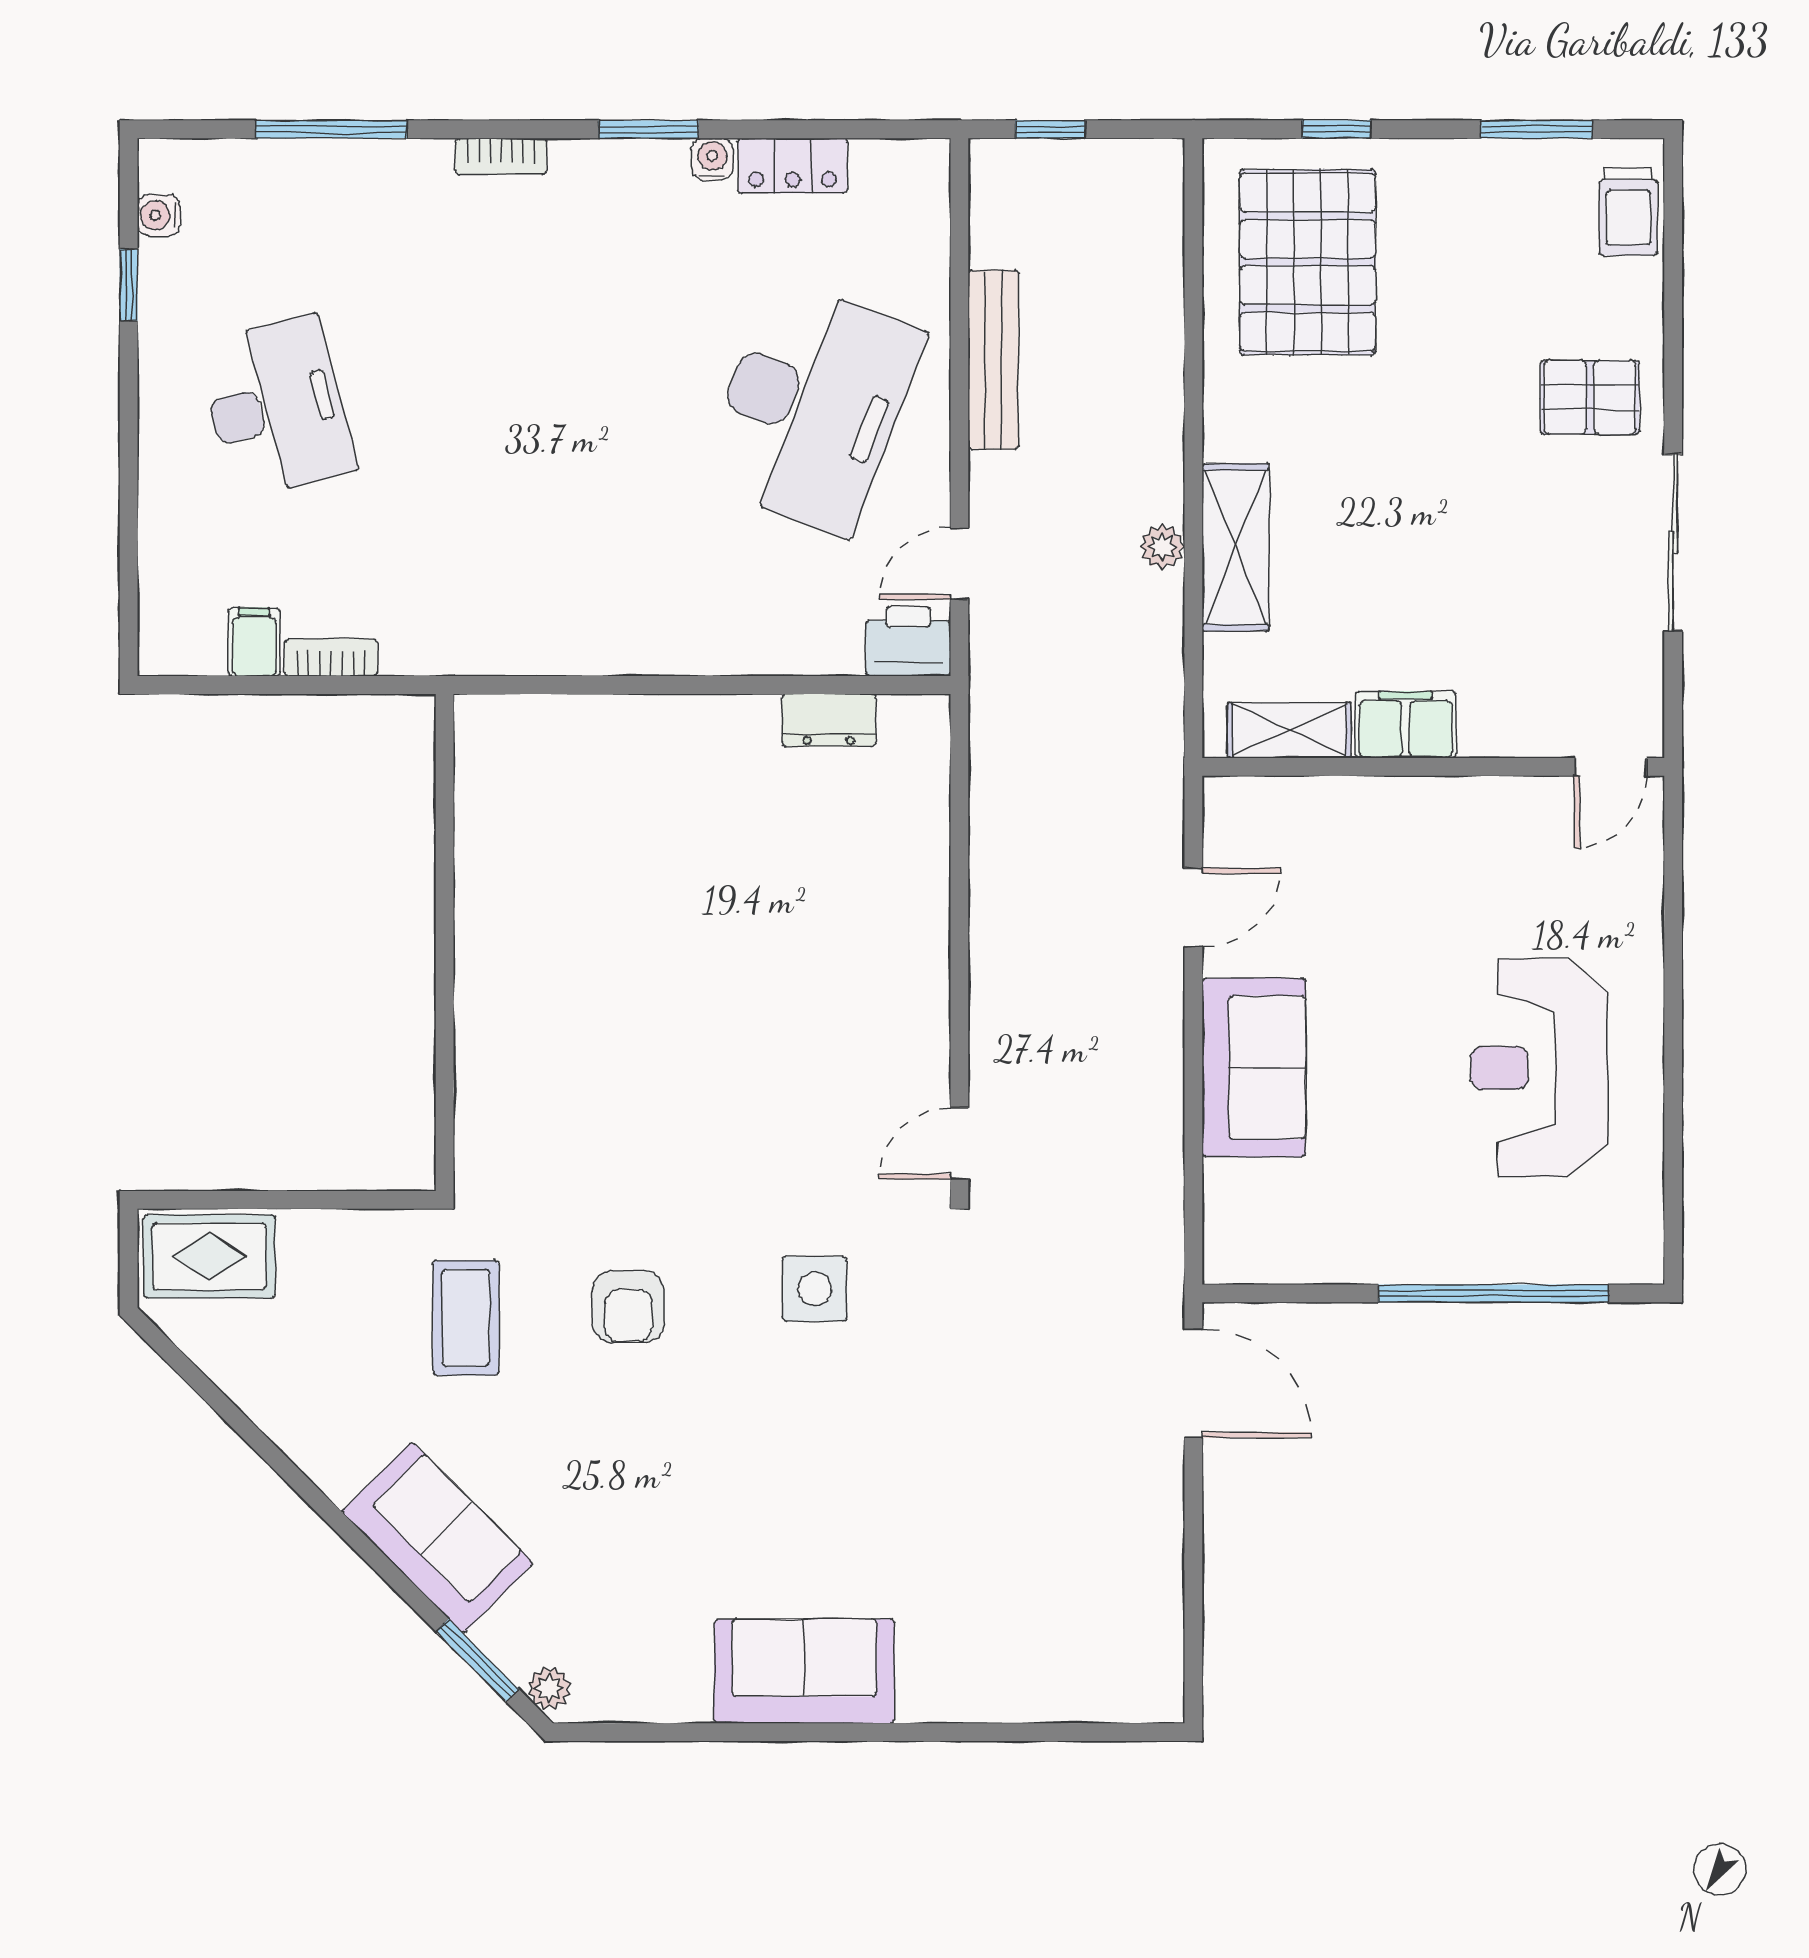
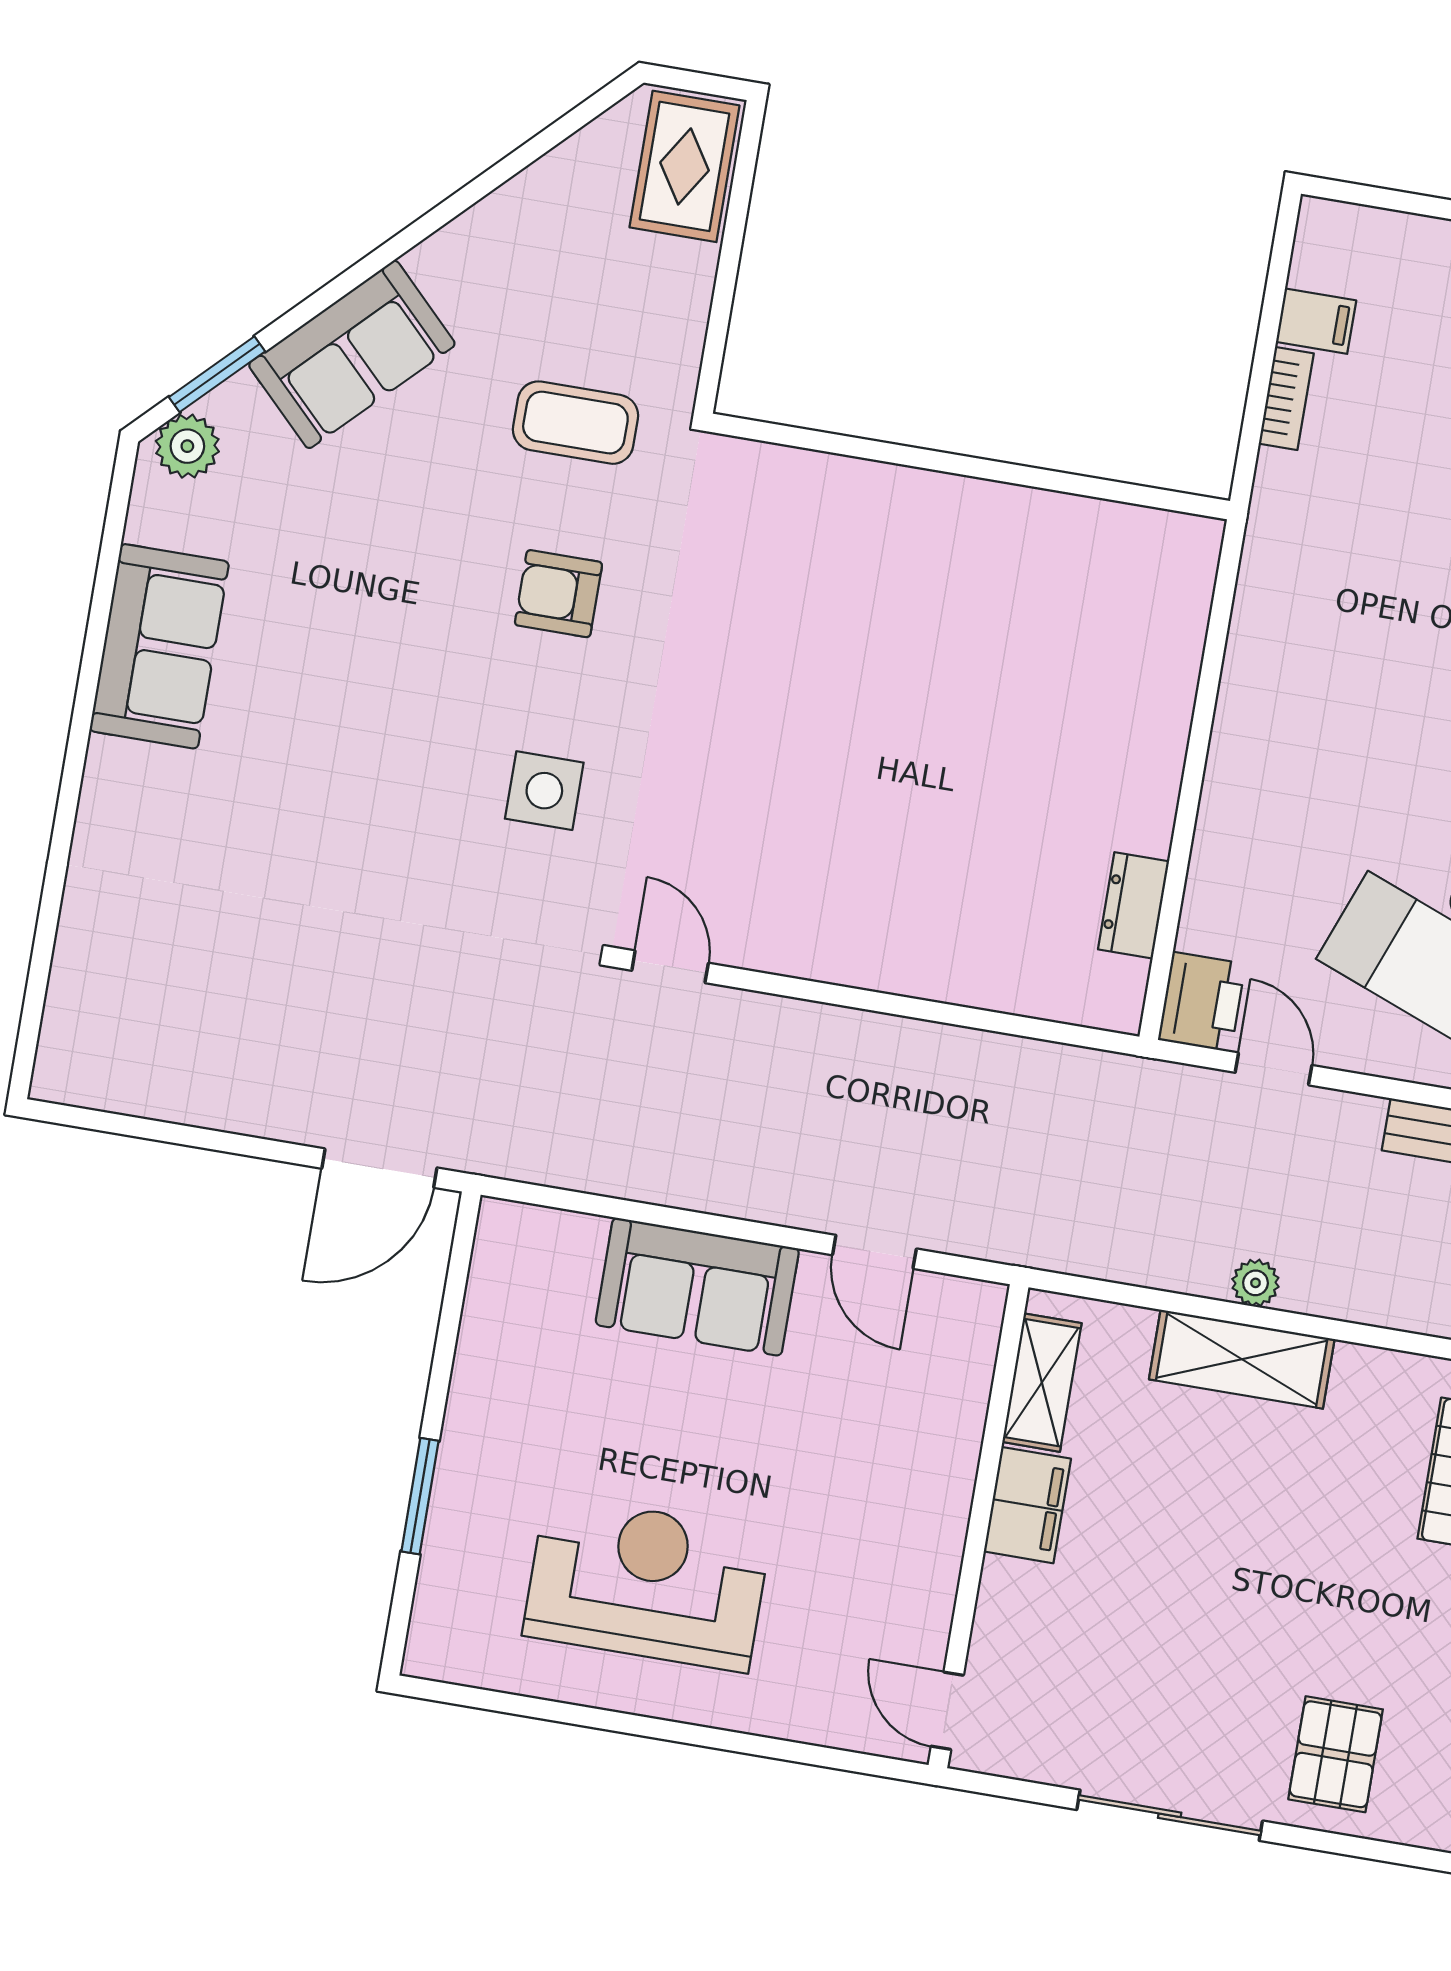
window: (1493, 1293) -> (420, 1496), width x0.47
sofa: (804, 1671) -> (159, 646), moved
plant: (549, 1688) -> (187, 446), width x1.38, depth x1.38

